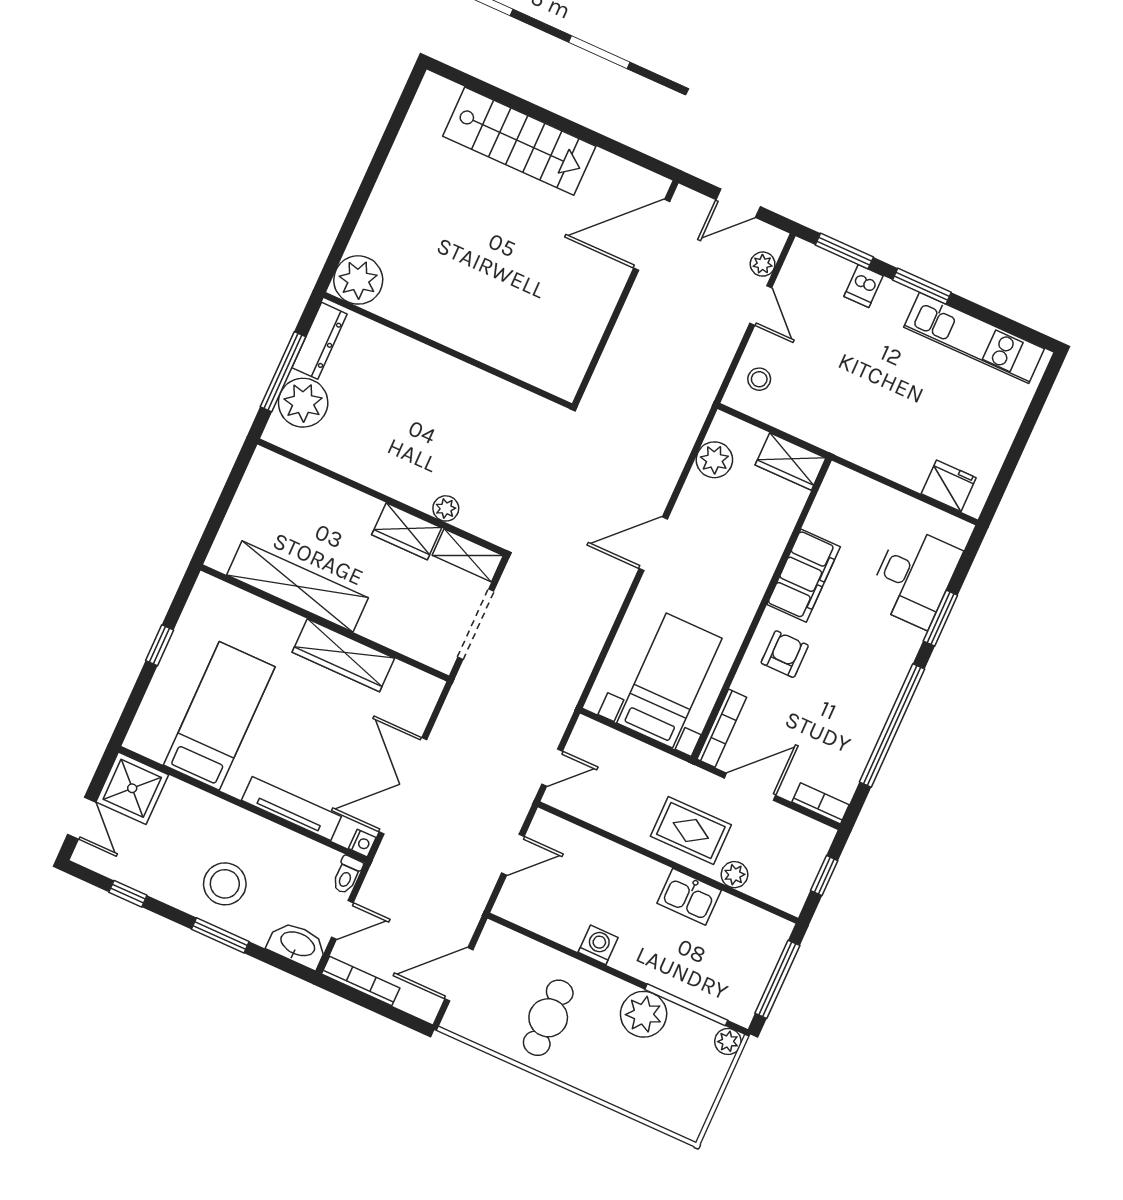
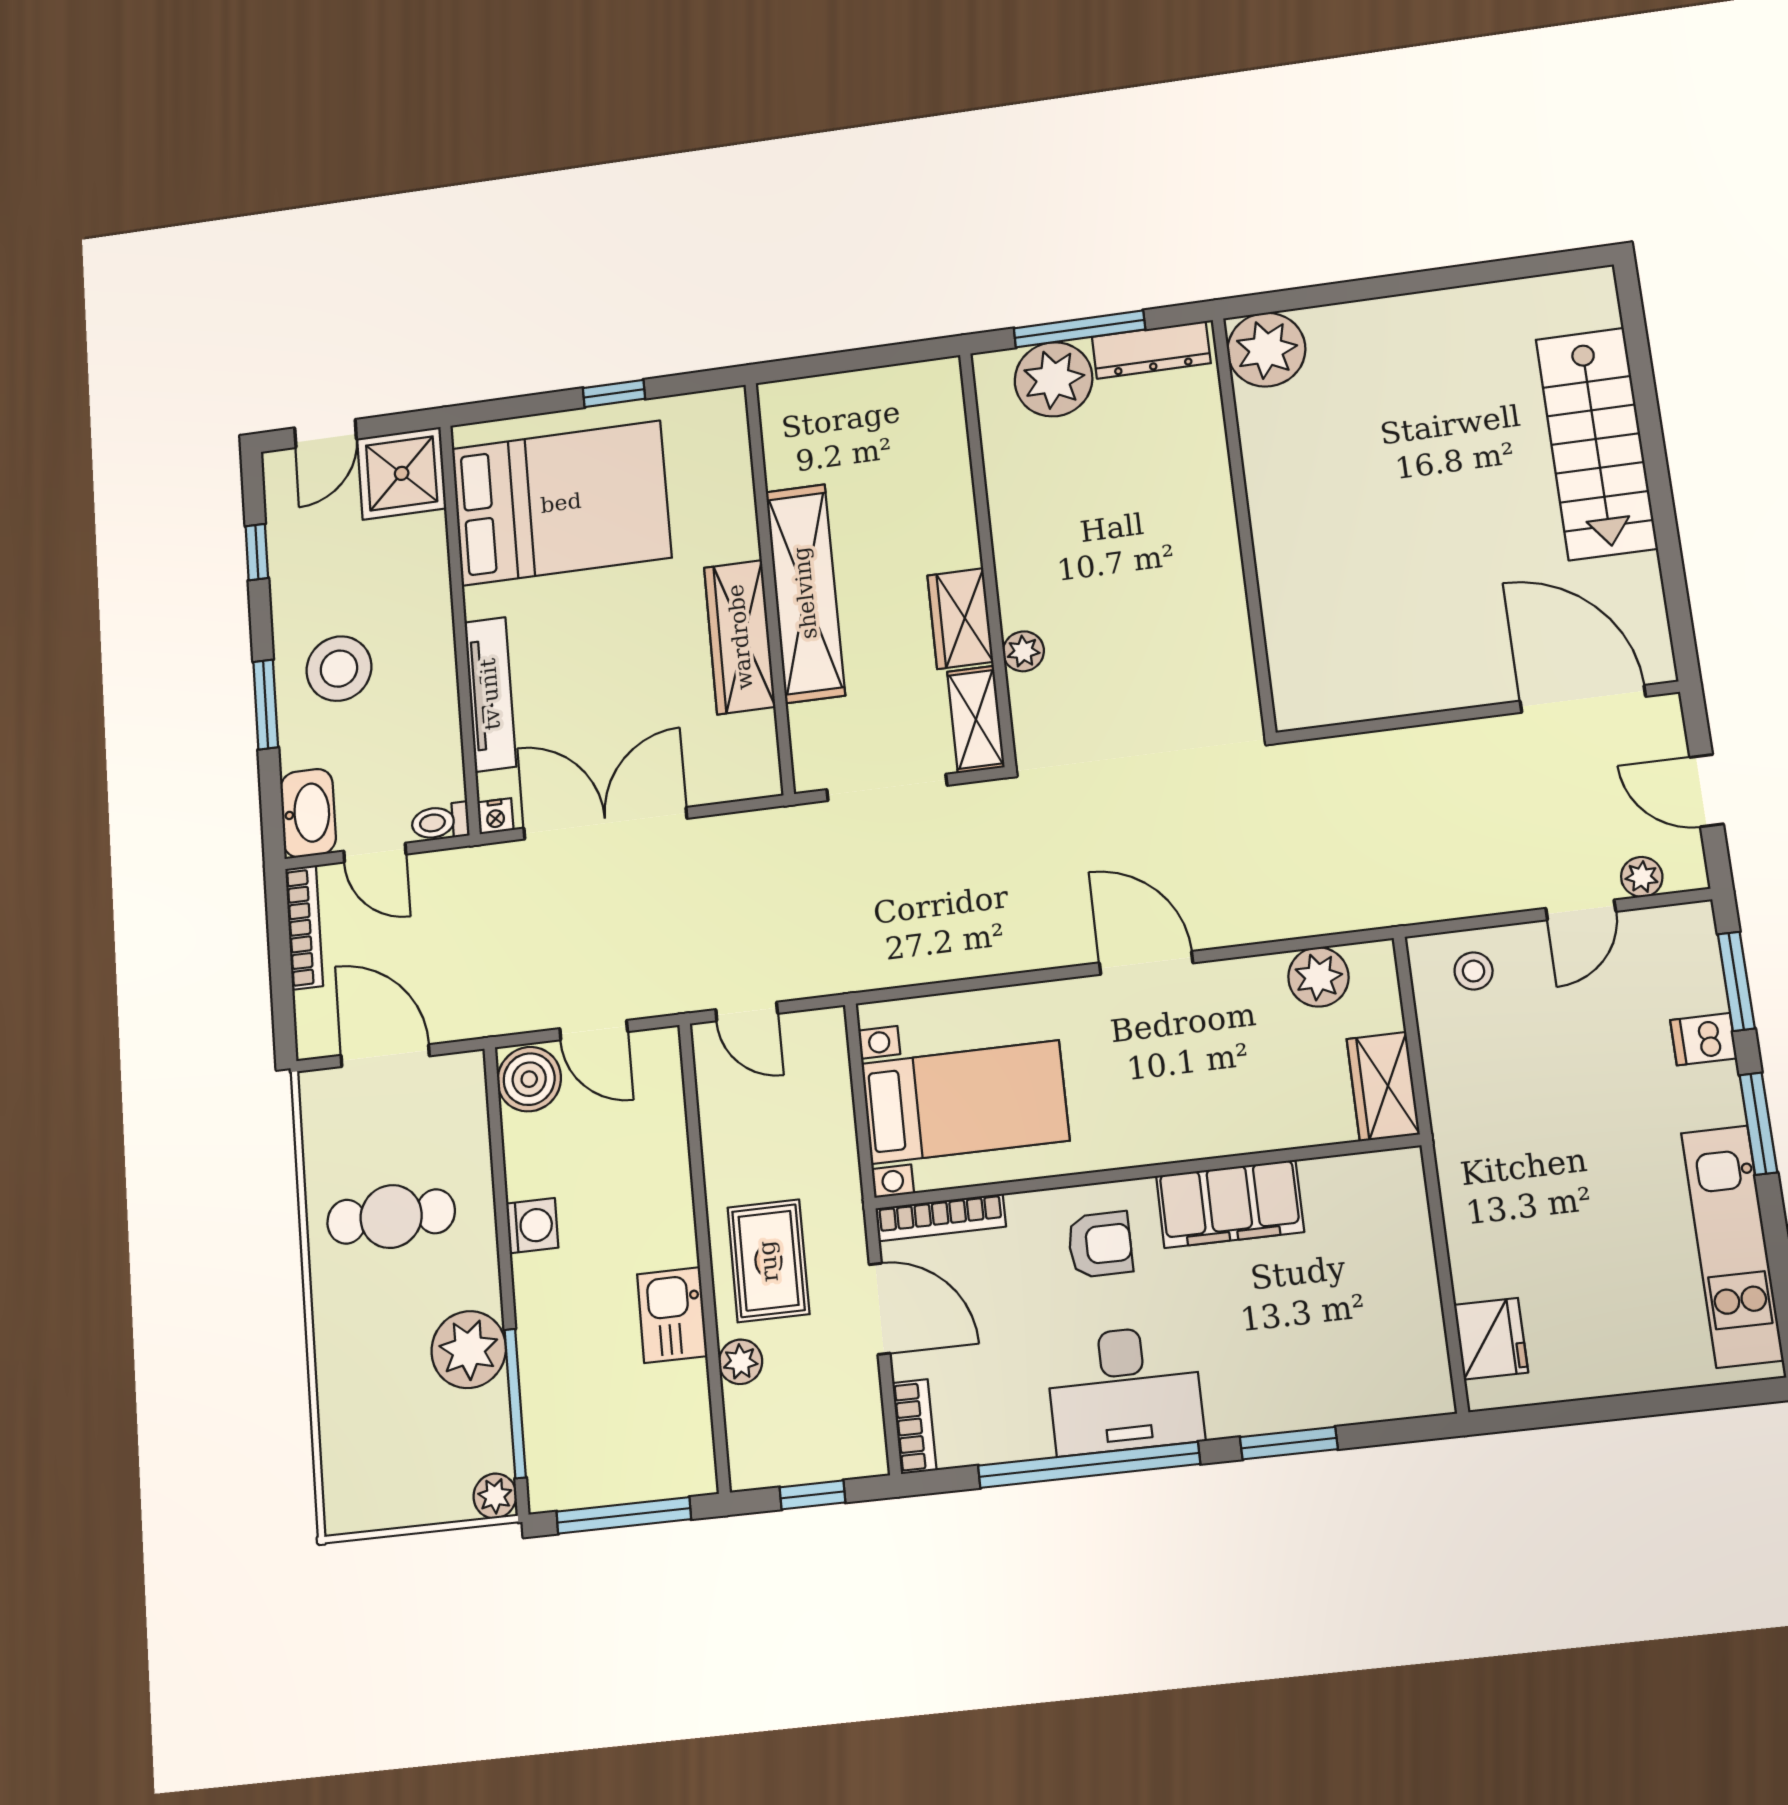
desk: (914, 577) -> (1125, 1390), moved
shelving: (297, 586) -> (805, 593), moved
bed: (219, 716) -> (561, 503), width x1.50
boiler: (519, 904) -> (529, 1079), added

